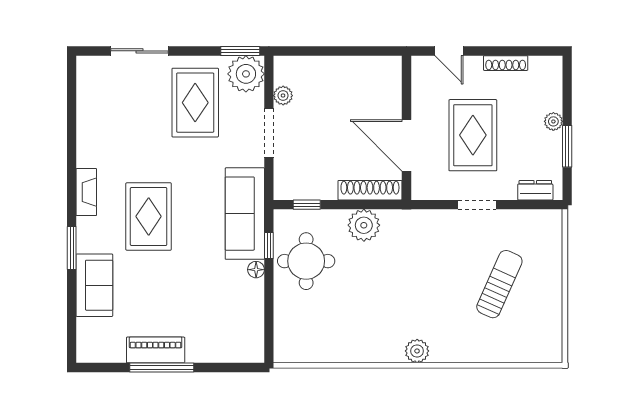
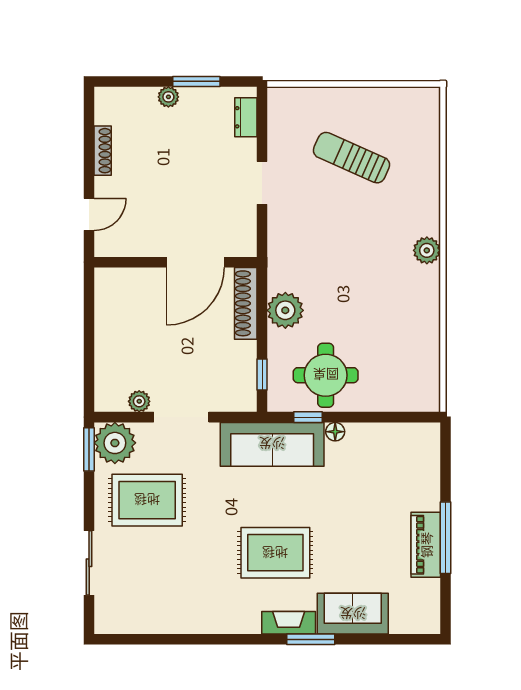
rug: (473, 135) -> (184, 188), removed
fireplace: (86, 192) -> (289, 623), moved

